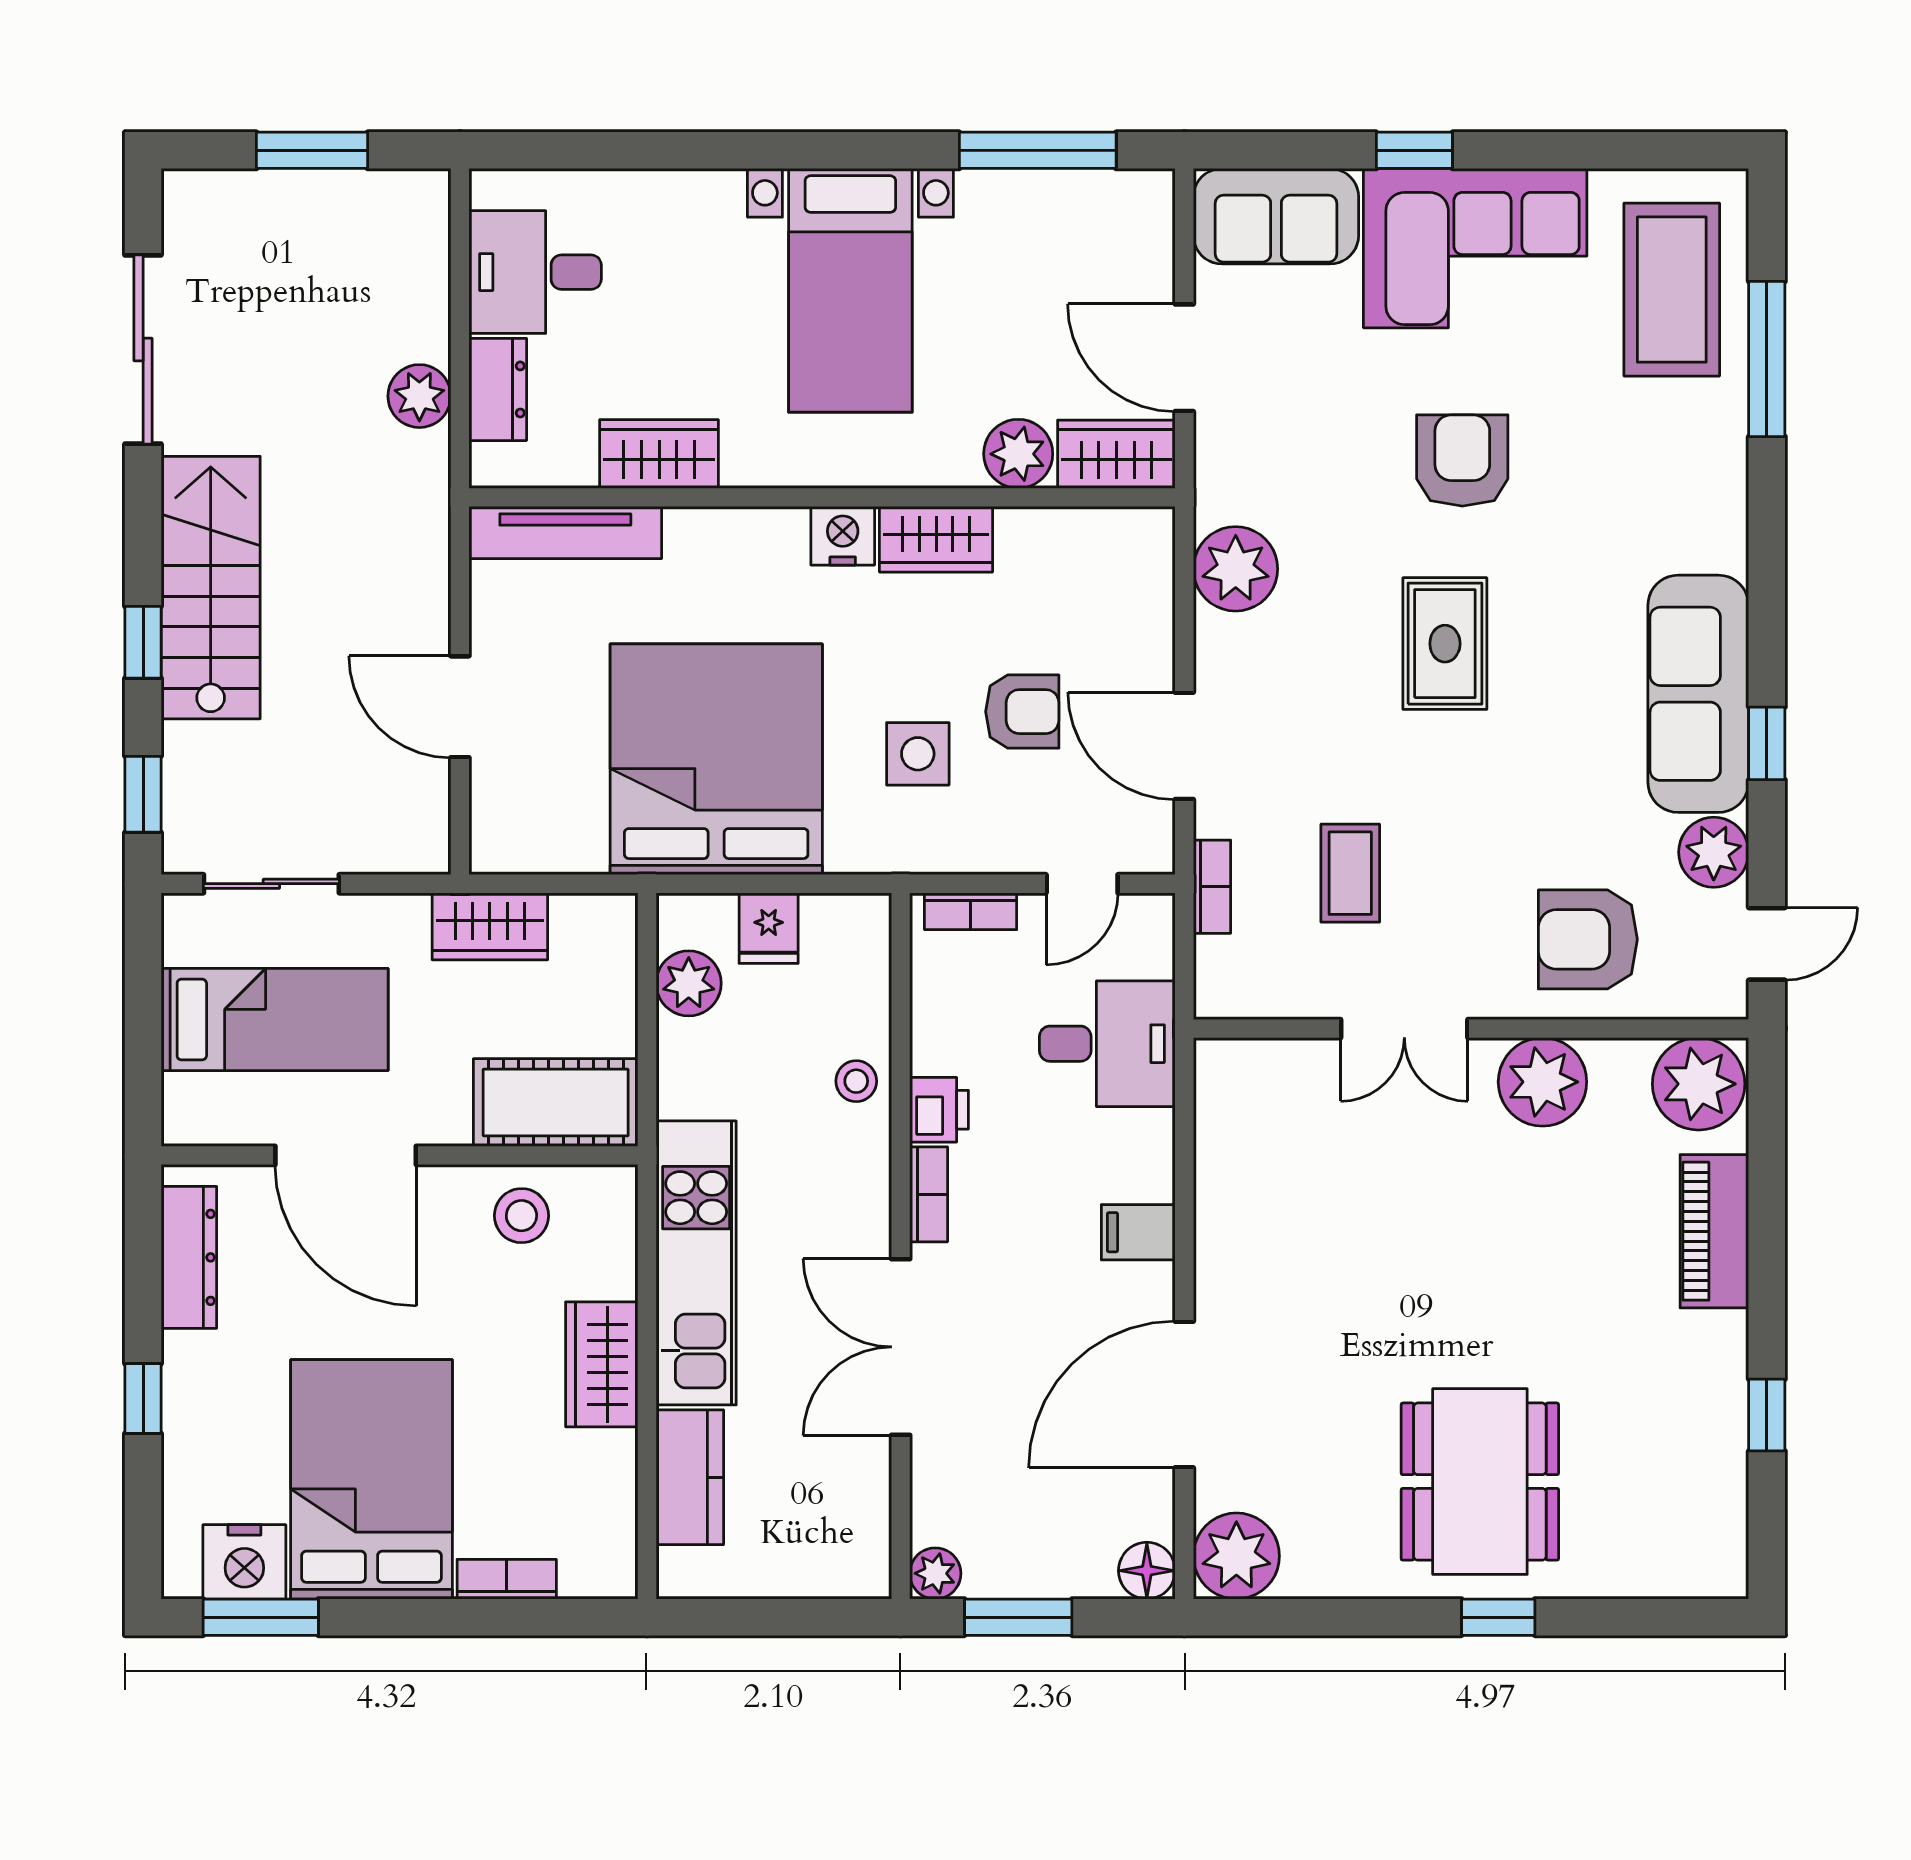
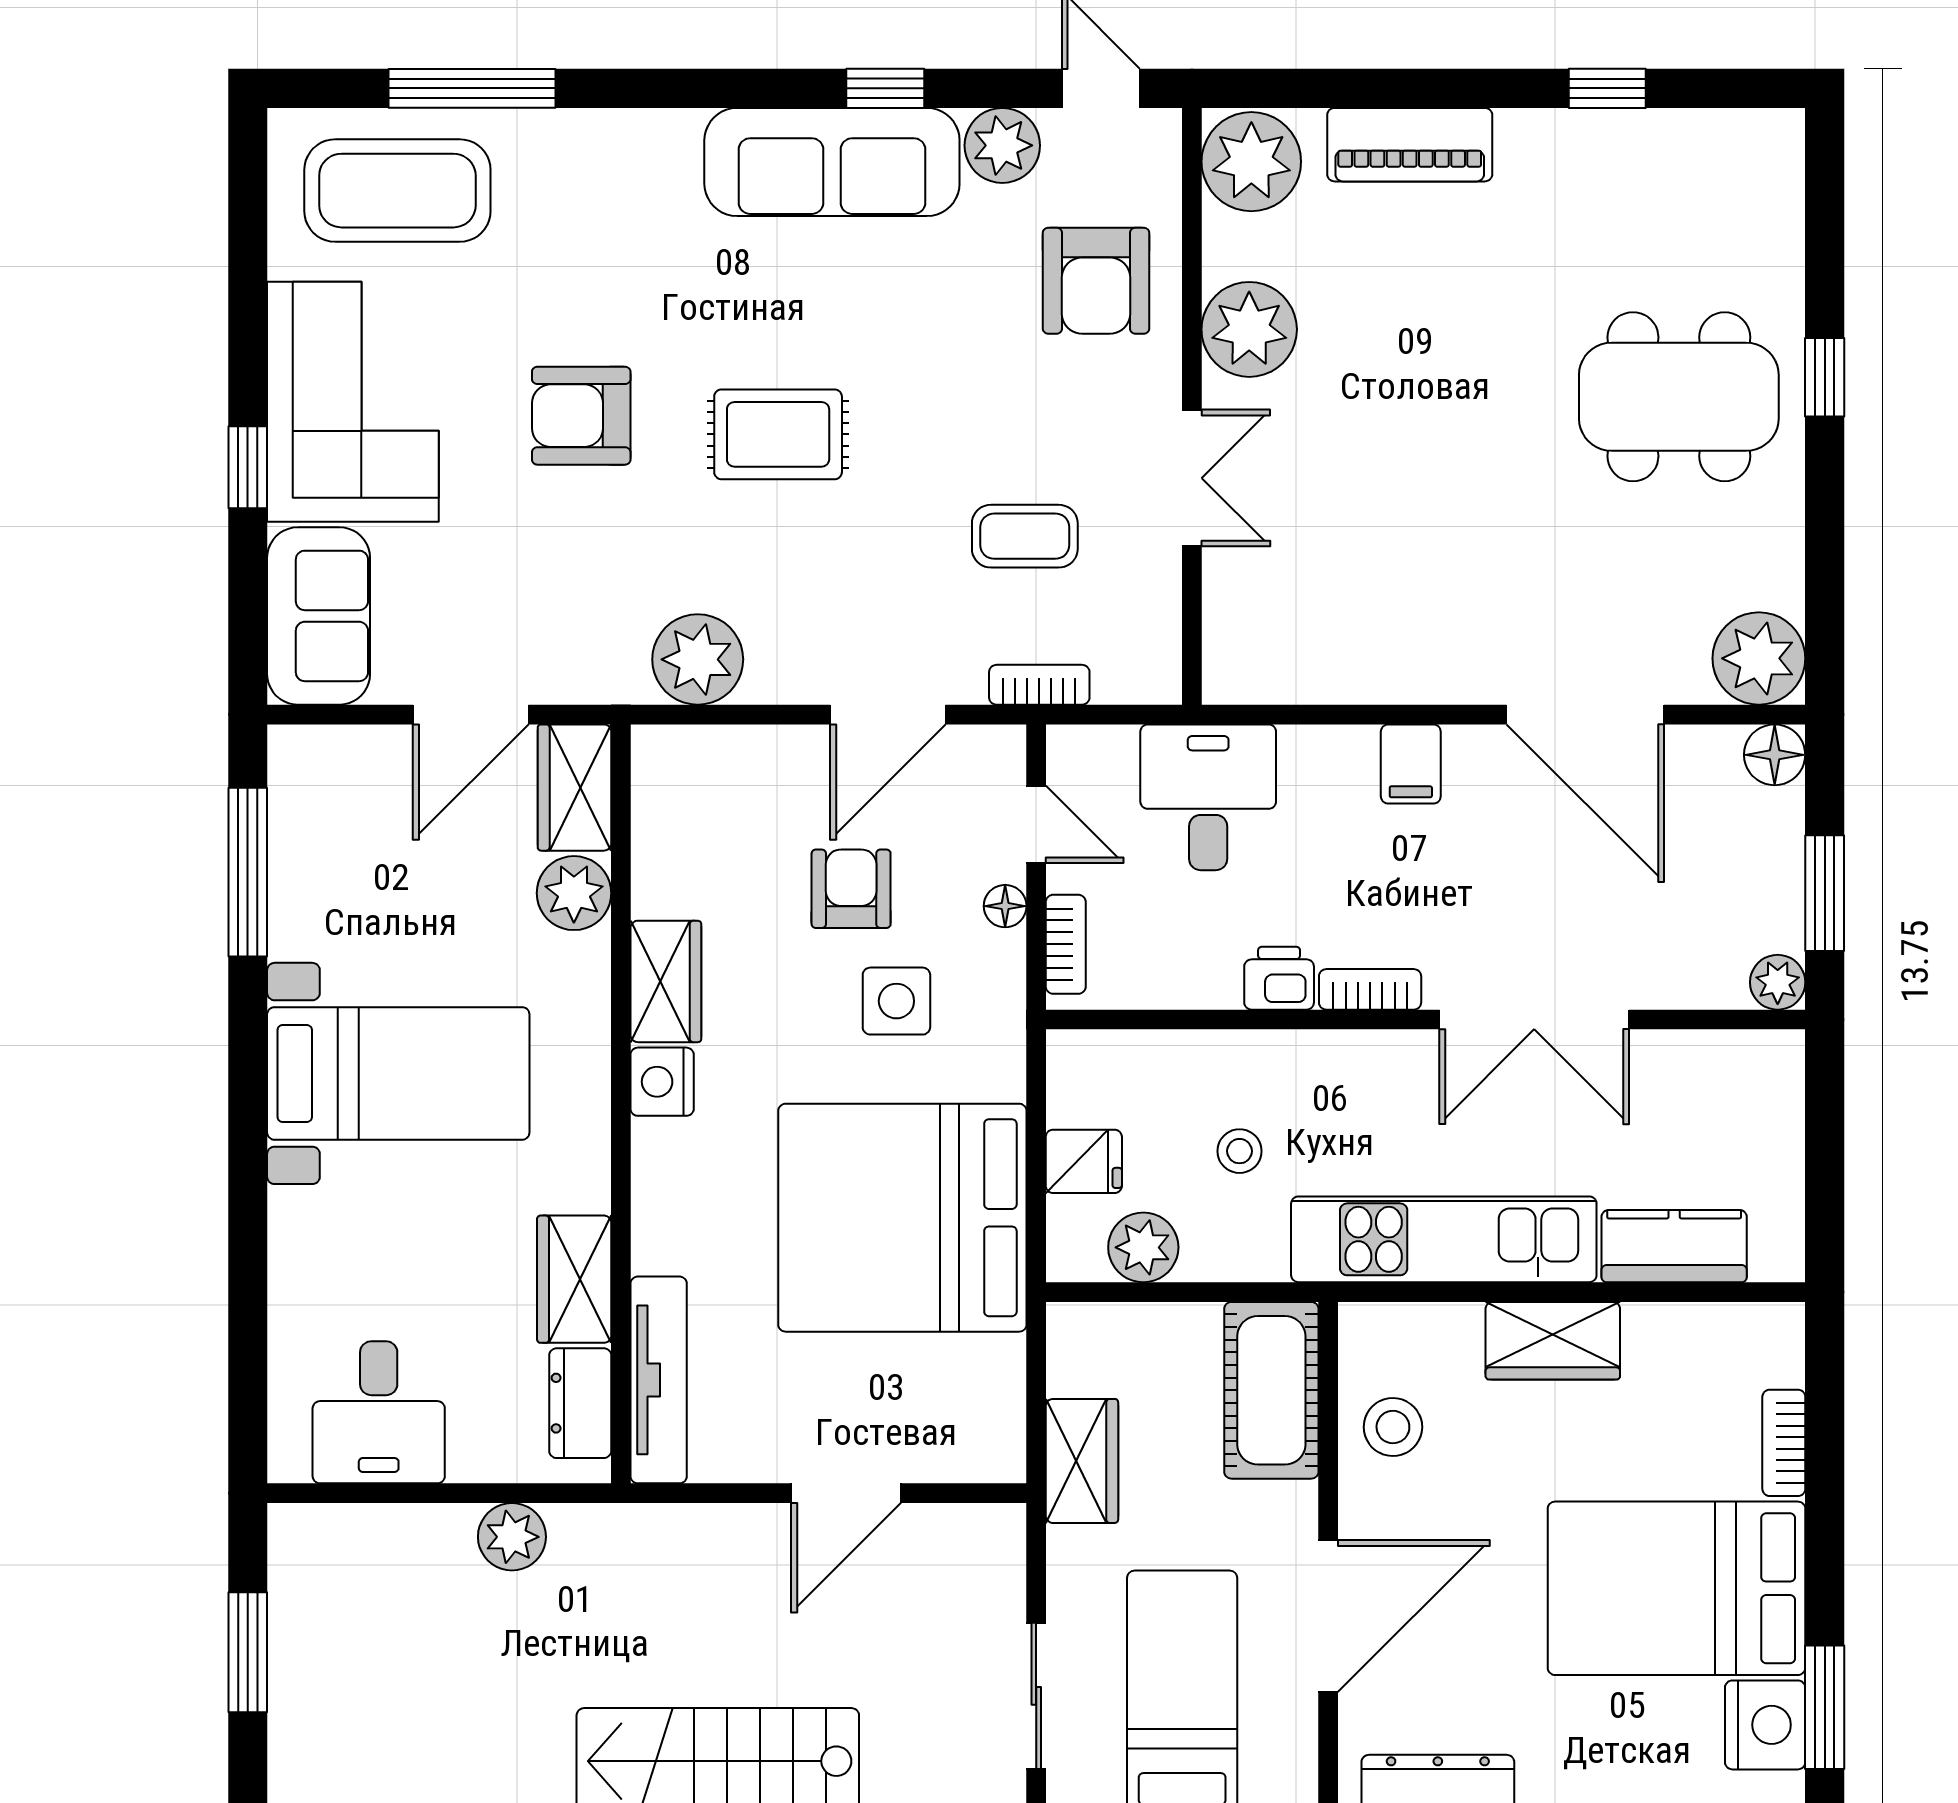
dresser: (498, 389) -> (580, 1403), moved, turned -90
floor lamp: (1006, 855) -> (1005, 906), added
stool: (856, 1081) -> (1240, 1151), moved

